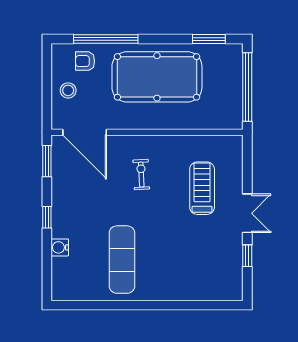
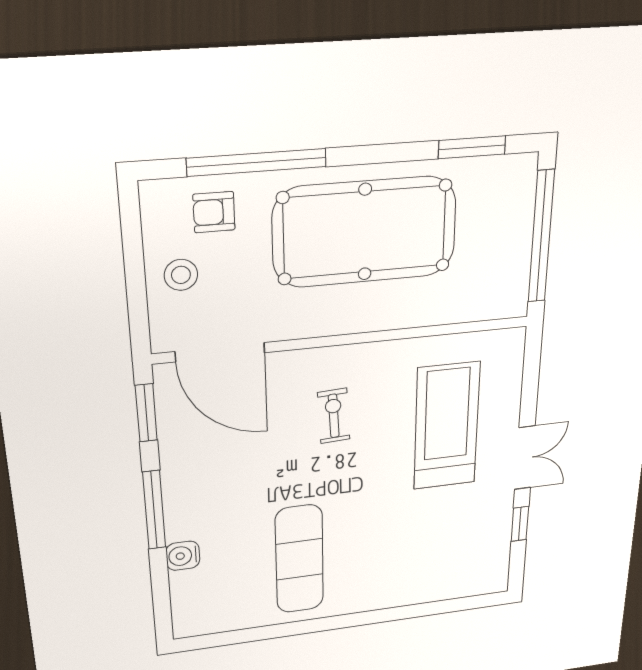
treadmill: (202, 188) -> (447, 426), width x1.37, depth x1.38
window: (47, 217) -> (154, 510), width x2.17

